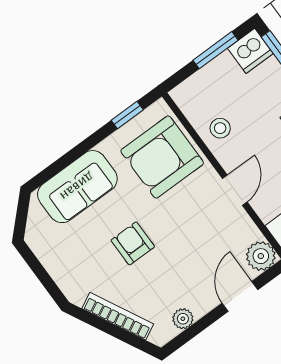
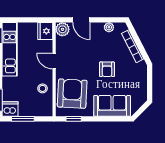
armchair: (162, 157) -> (72, 94), turned -87
door: (235, 190) -> (54, 61), hinge flipped
door: (240, 296) -> (81, 20), hinge flipped

